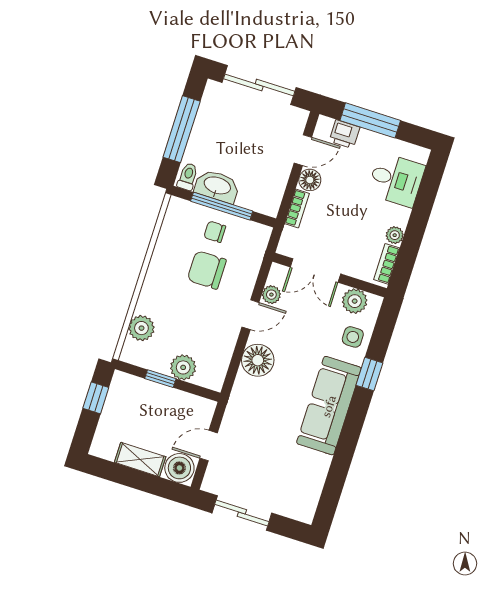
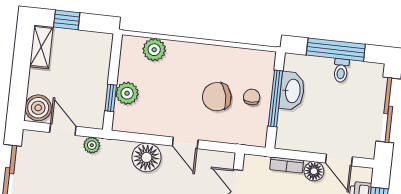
toilet: (188, 177) -> (341, 70), moved, turned 90
chair: (207, 270) -> (217, 97), turned -104
plant: (271, 295) -> (92, 145), moved
window: (160, 379) -> (111, 98), moved
window: (96, 398) -> (67, 20), moved
shelving: (140, 460) -> (41, 47), moved

